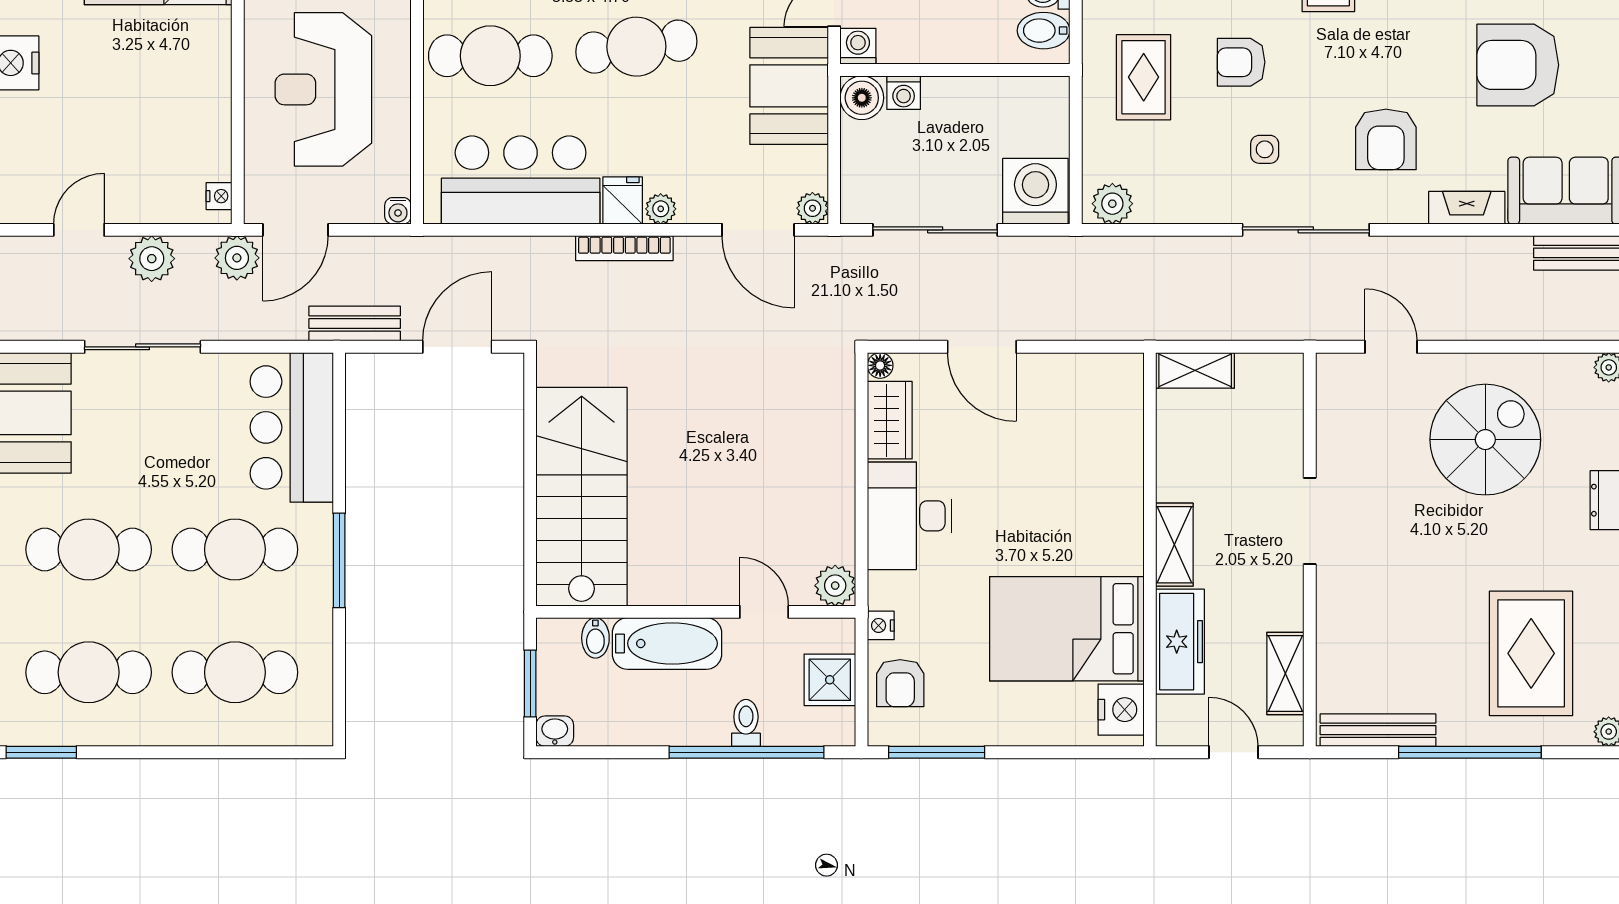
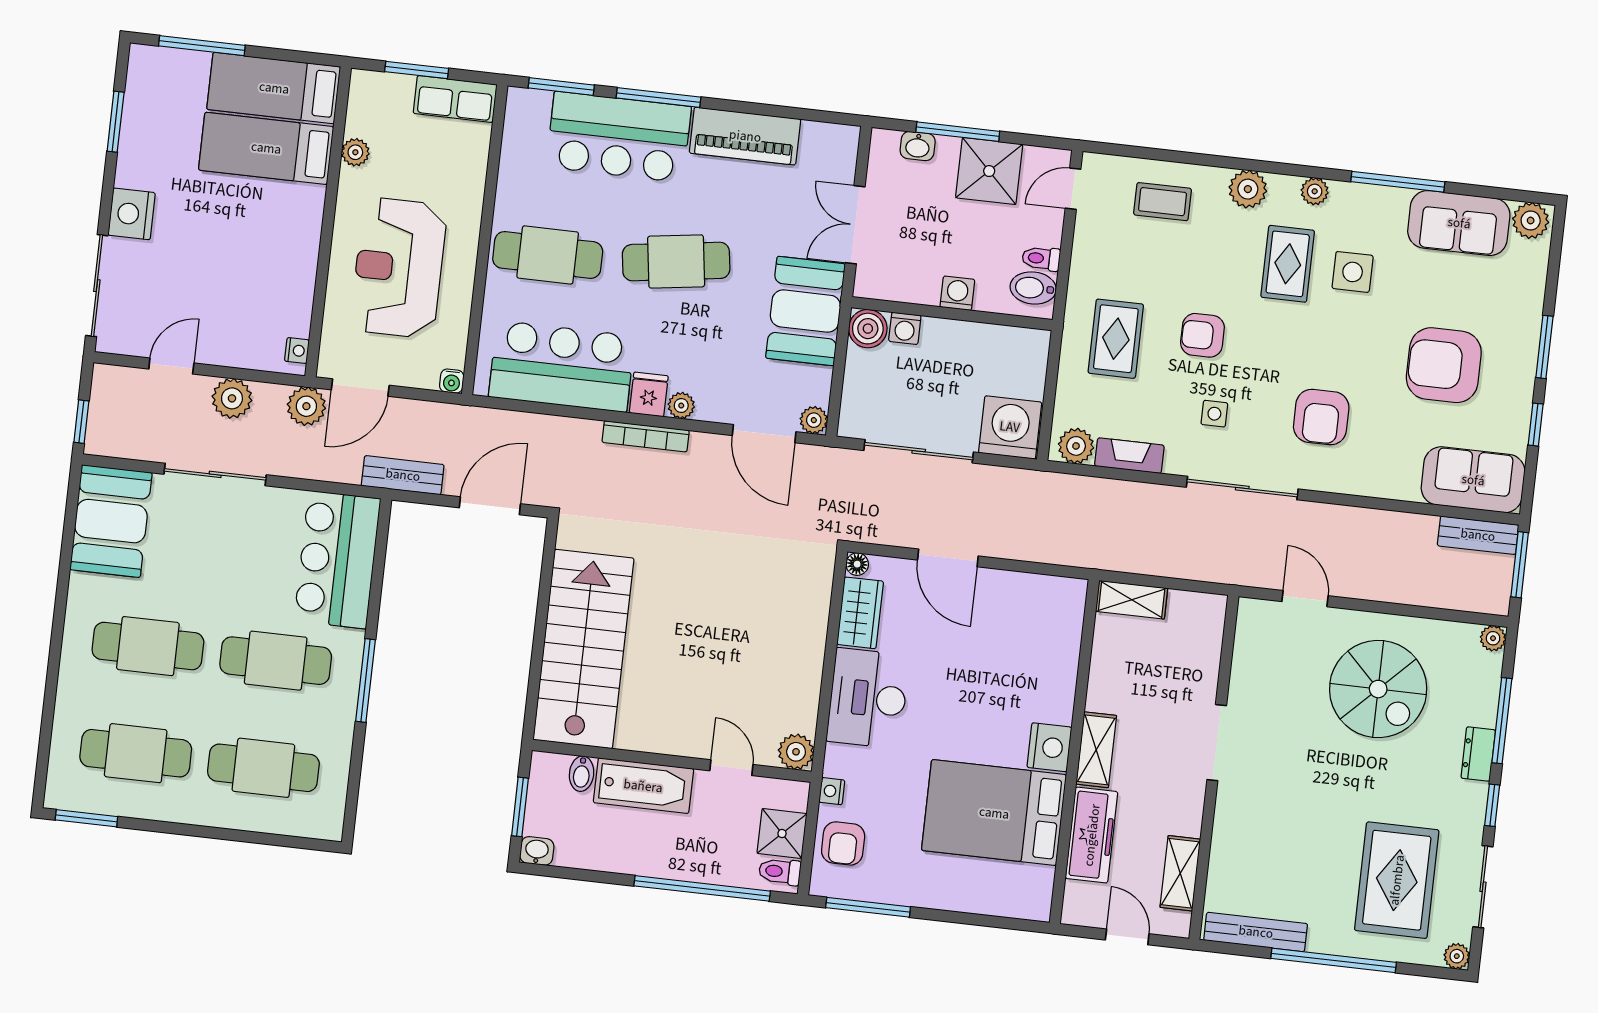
washing machine: (858, 46) -> (957, 293), moved
fireplace: (1467, 208) -> (1129, 456), moved
spiral stairs: (1485, 440) -> (1378, 689), turned 90
nightstand: (1121, 710) -> (1049, 747), moved
toilet: (746, 723) -> (780, 872), moved, turned -90

